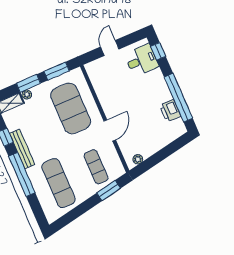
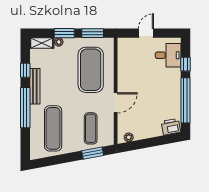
window: (158, 51) -> (185, 64), moved
printer: (170, 111) -> (171, 127), moved, turned 80

